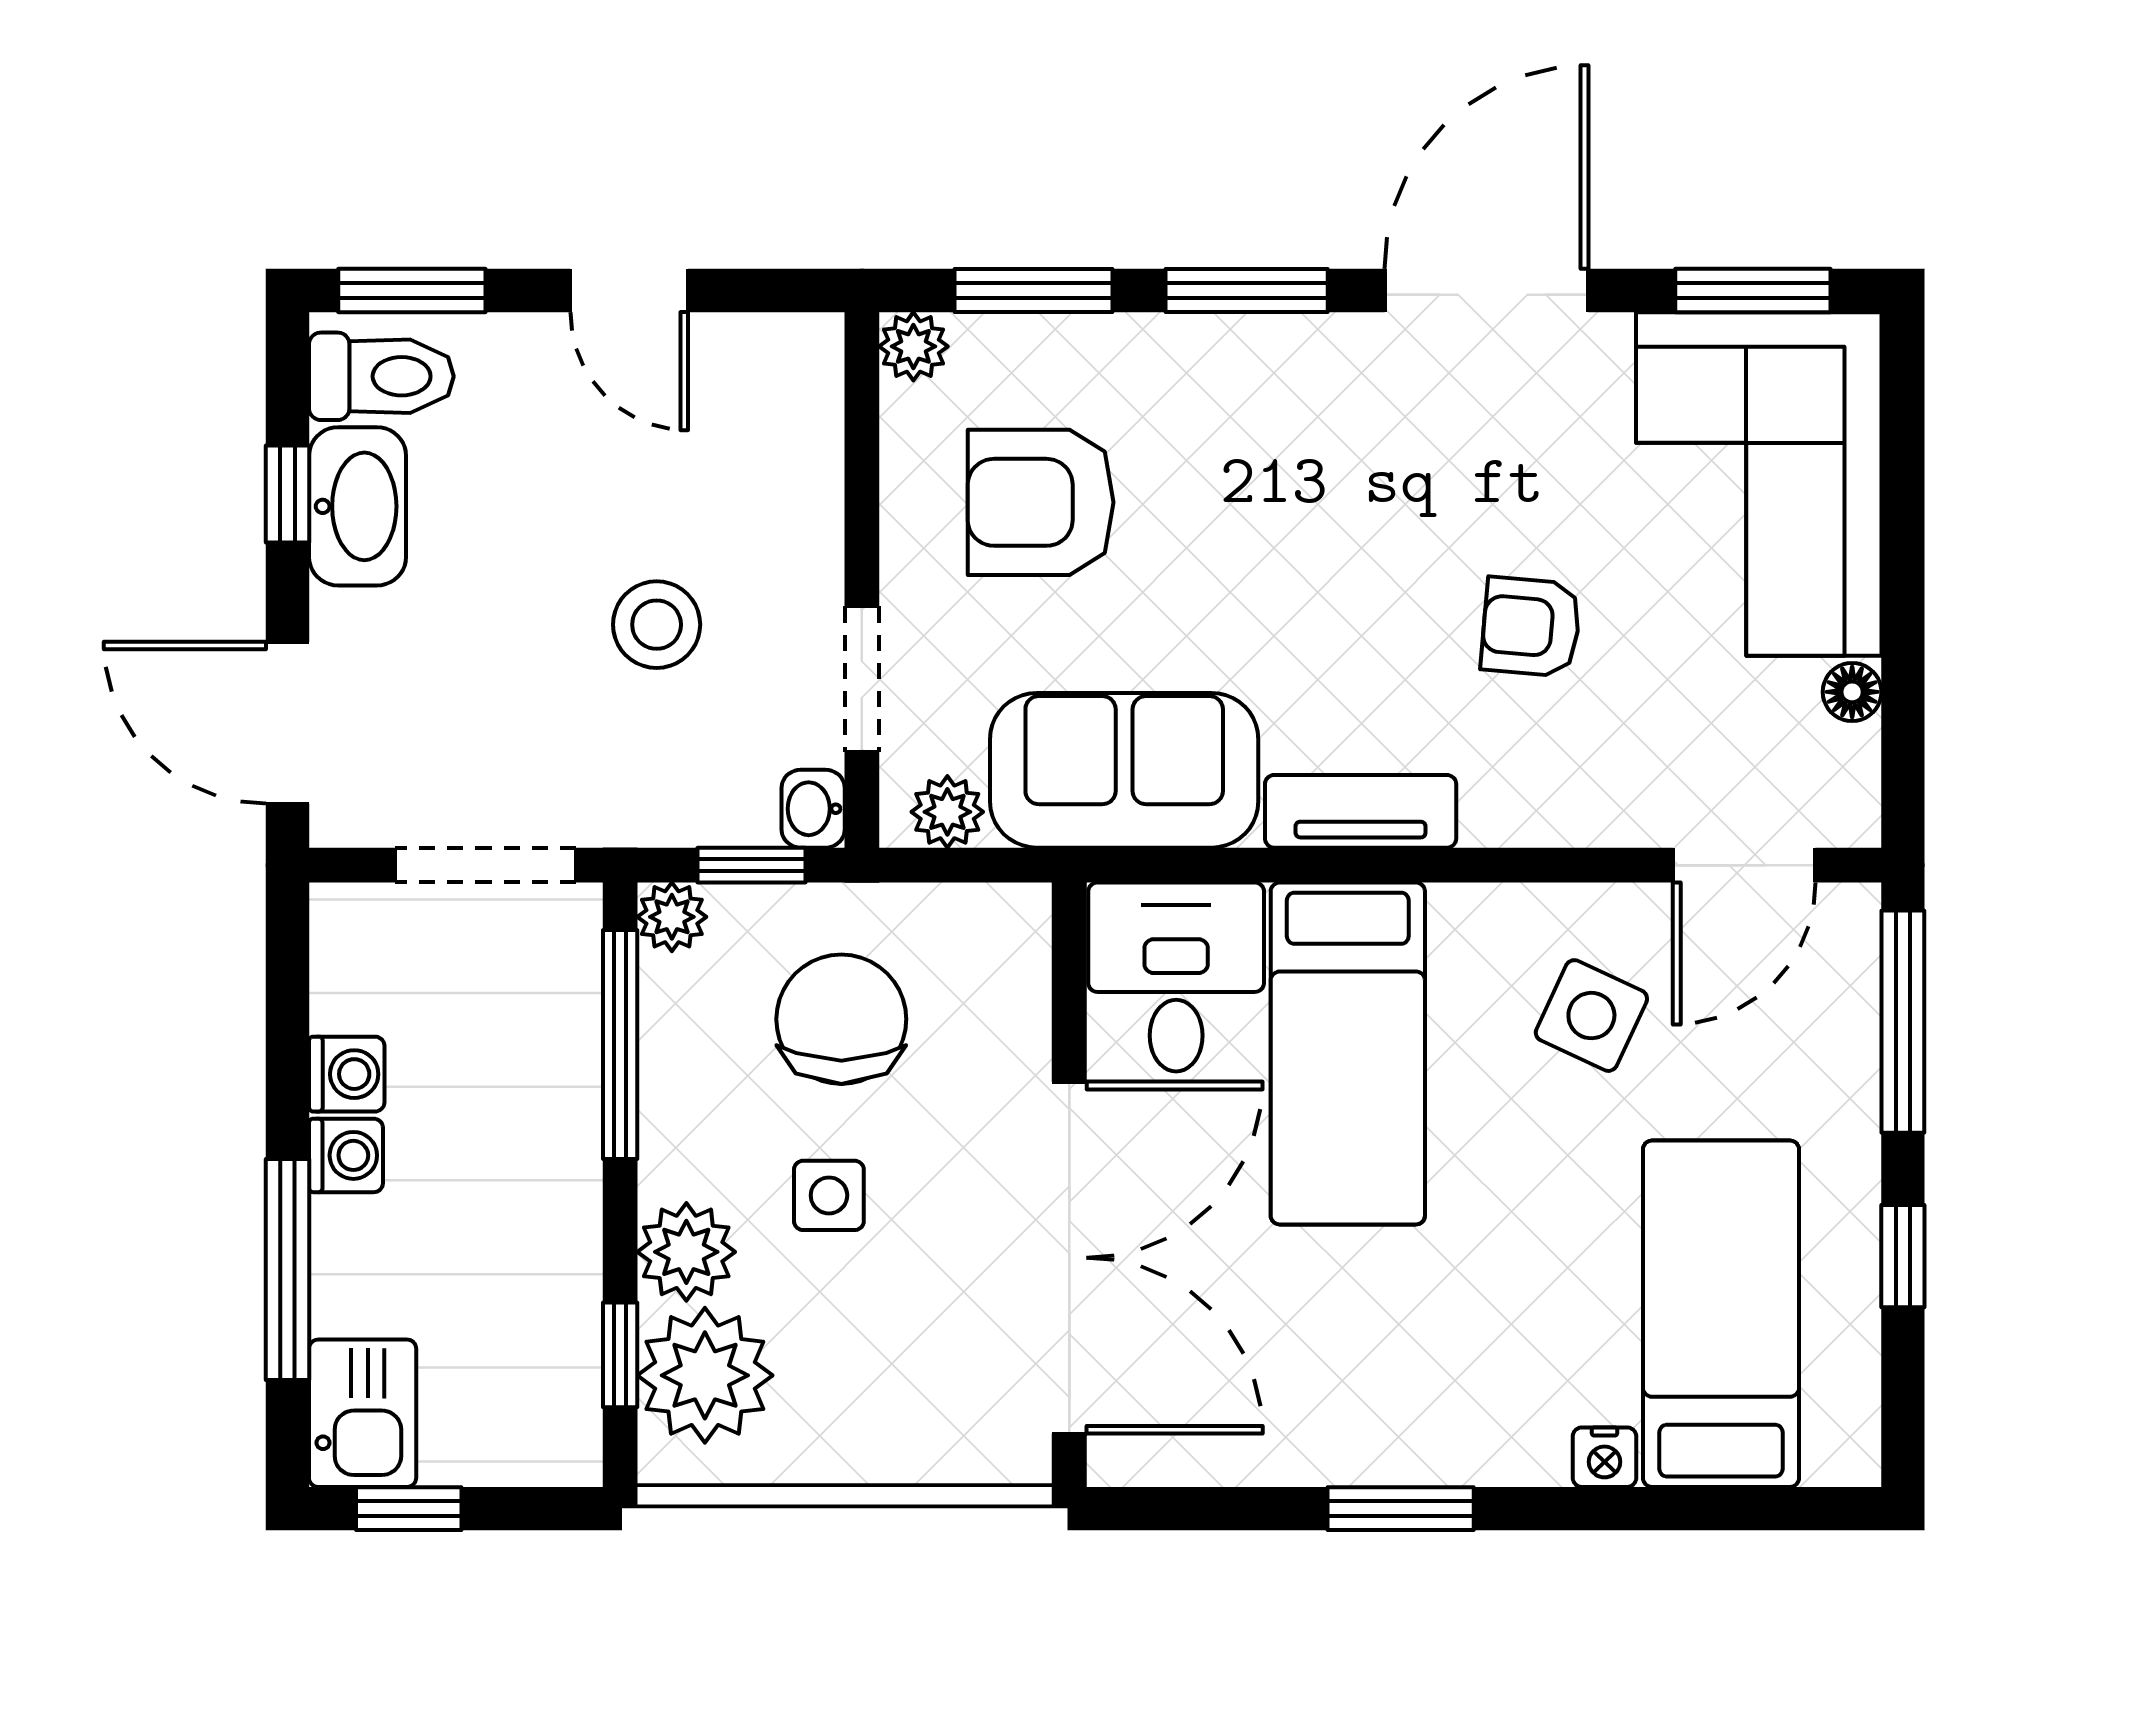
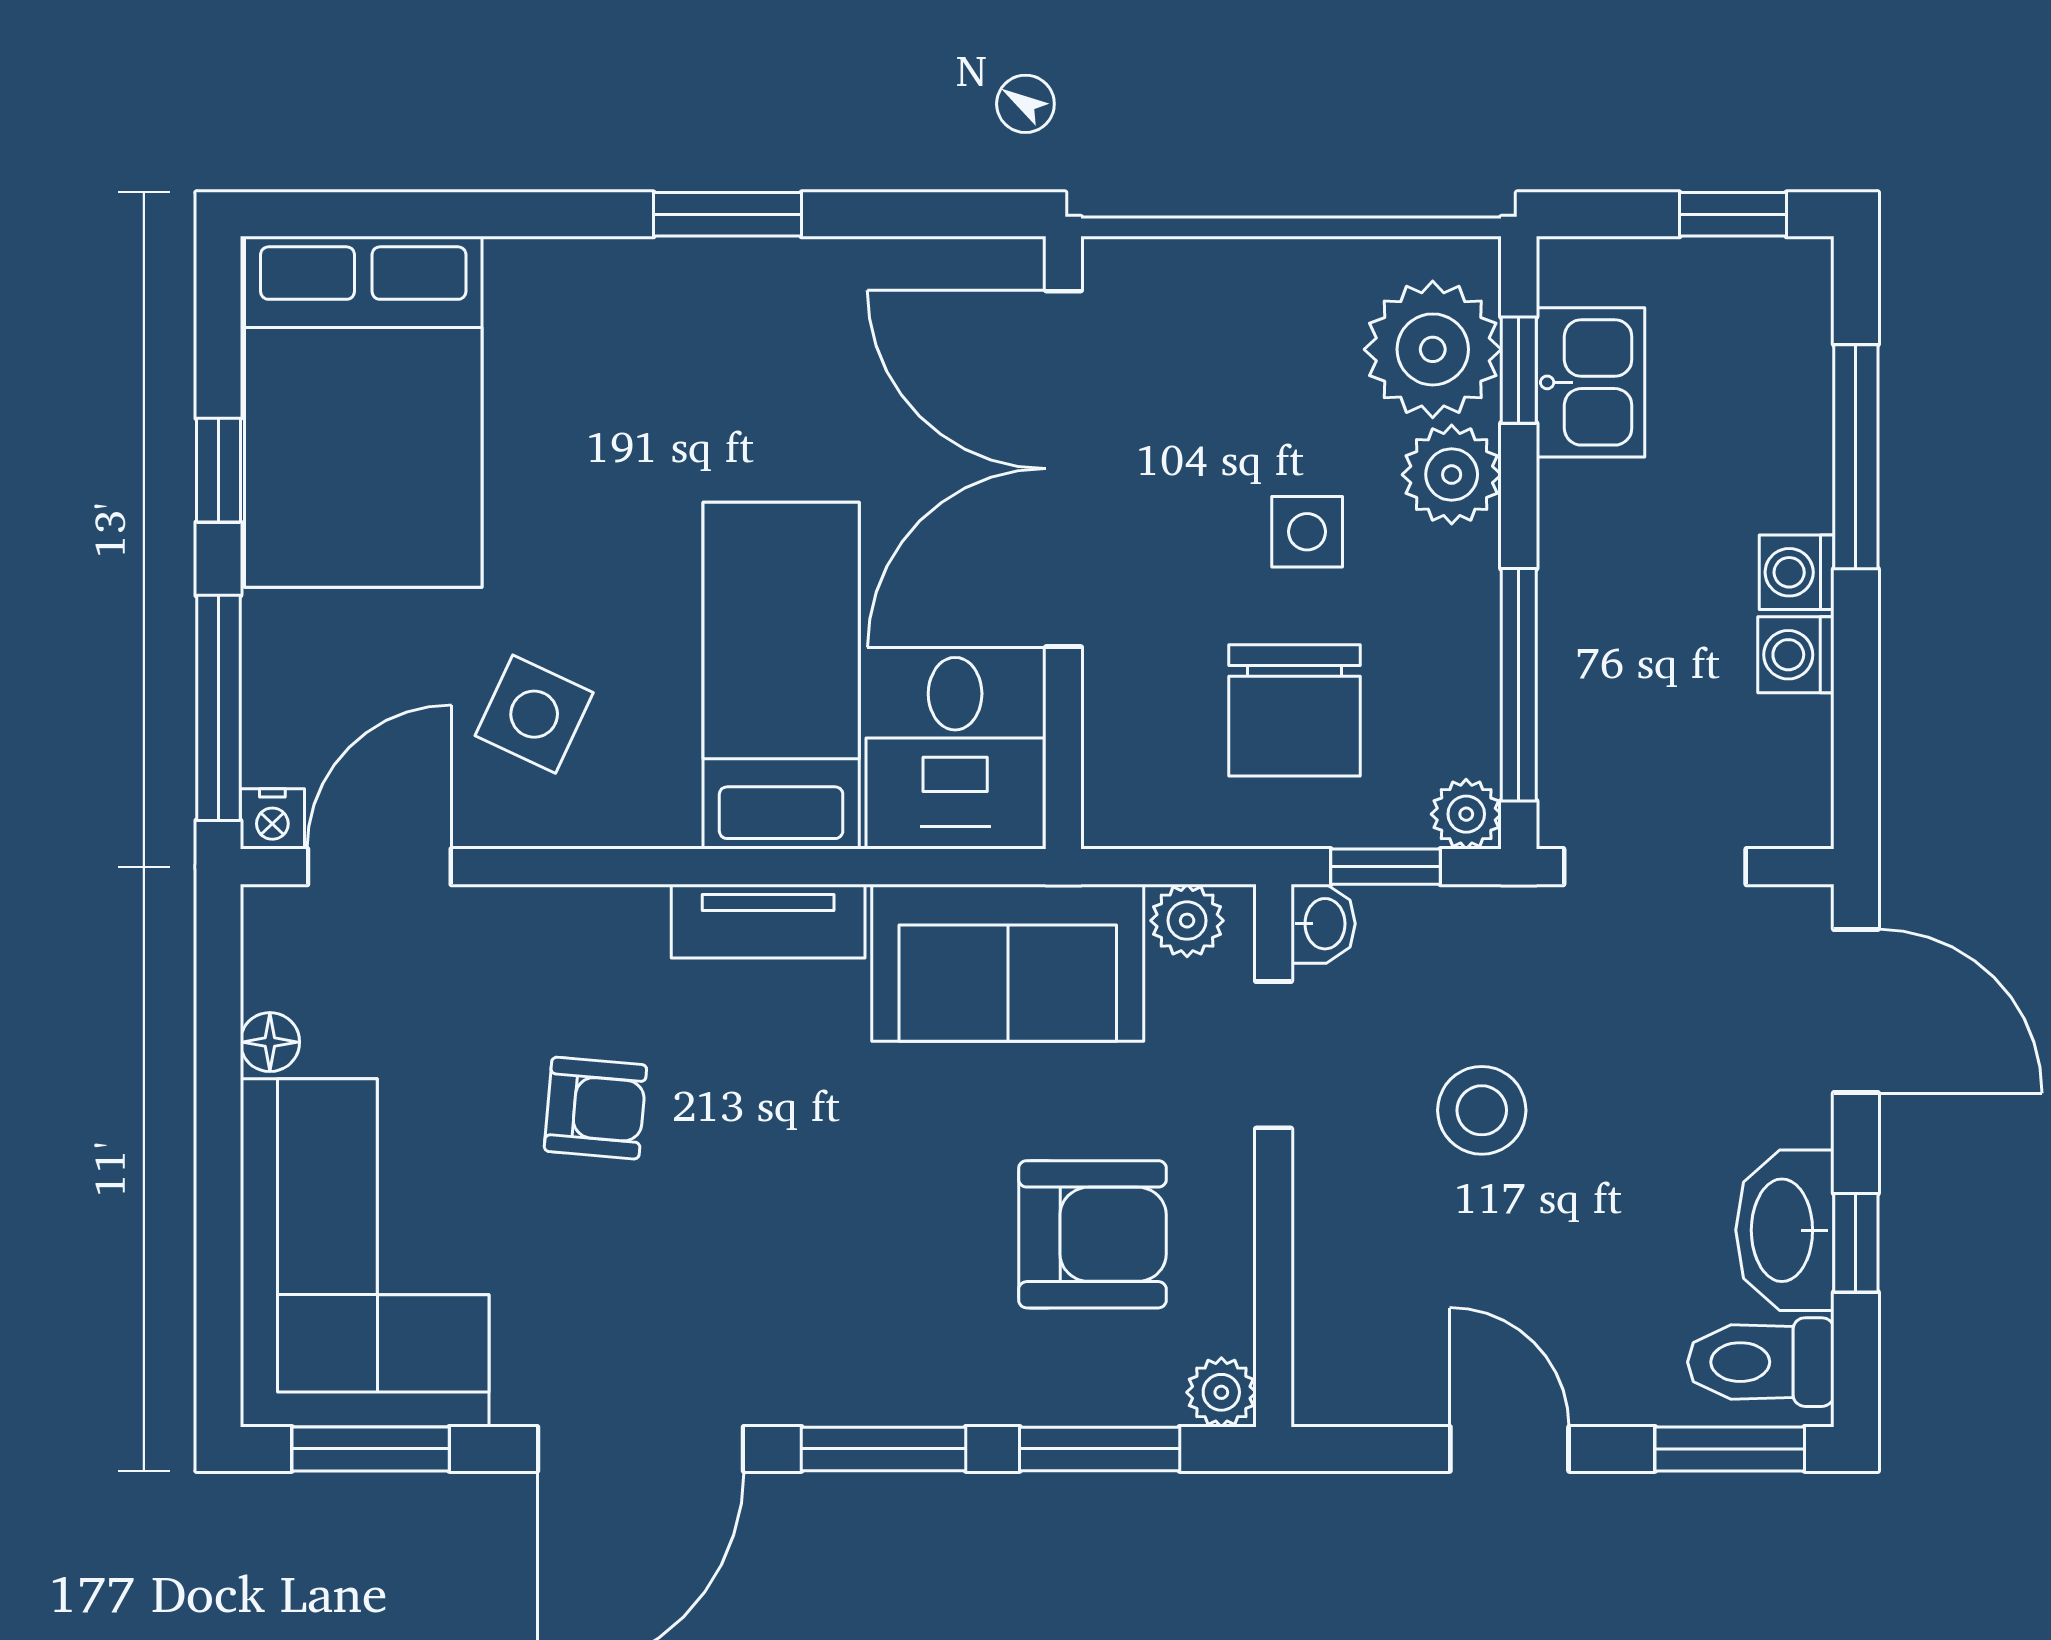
bed: (1721, 1314) -> (363, 412), width x1.50
kitchen sink: (363, 1413) -> (1590, 382), moved, turned 180
nightstand: (1605, 1457) -> (272, 819), moved, turned 180

